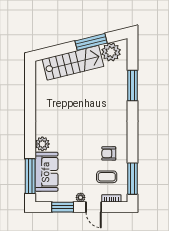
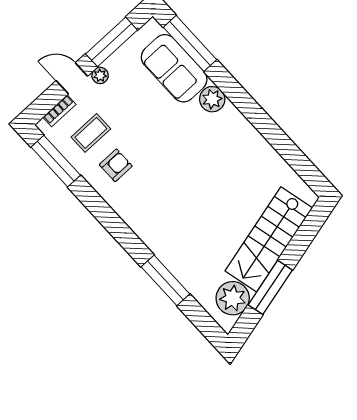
window: (63, 207) -> (112, 42), width x1.44

